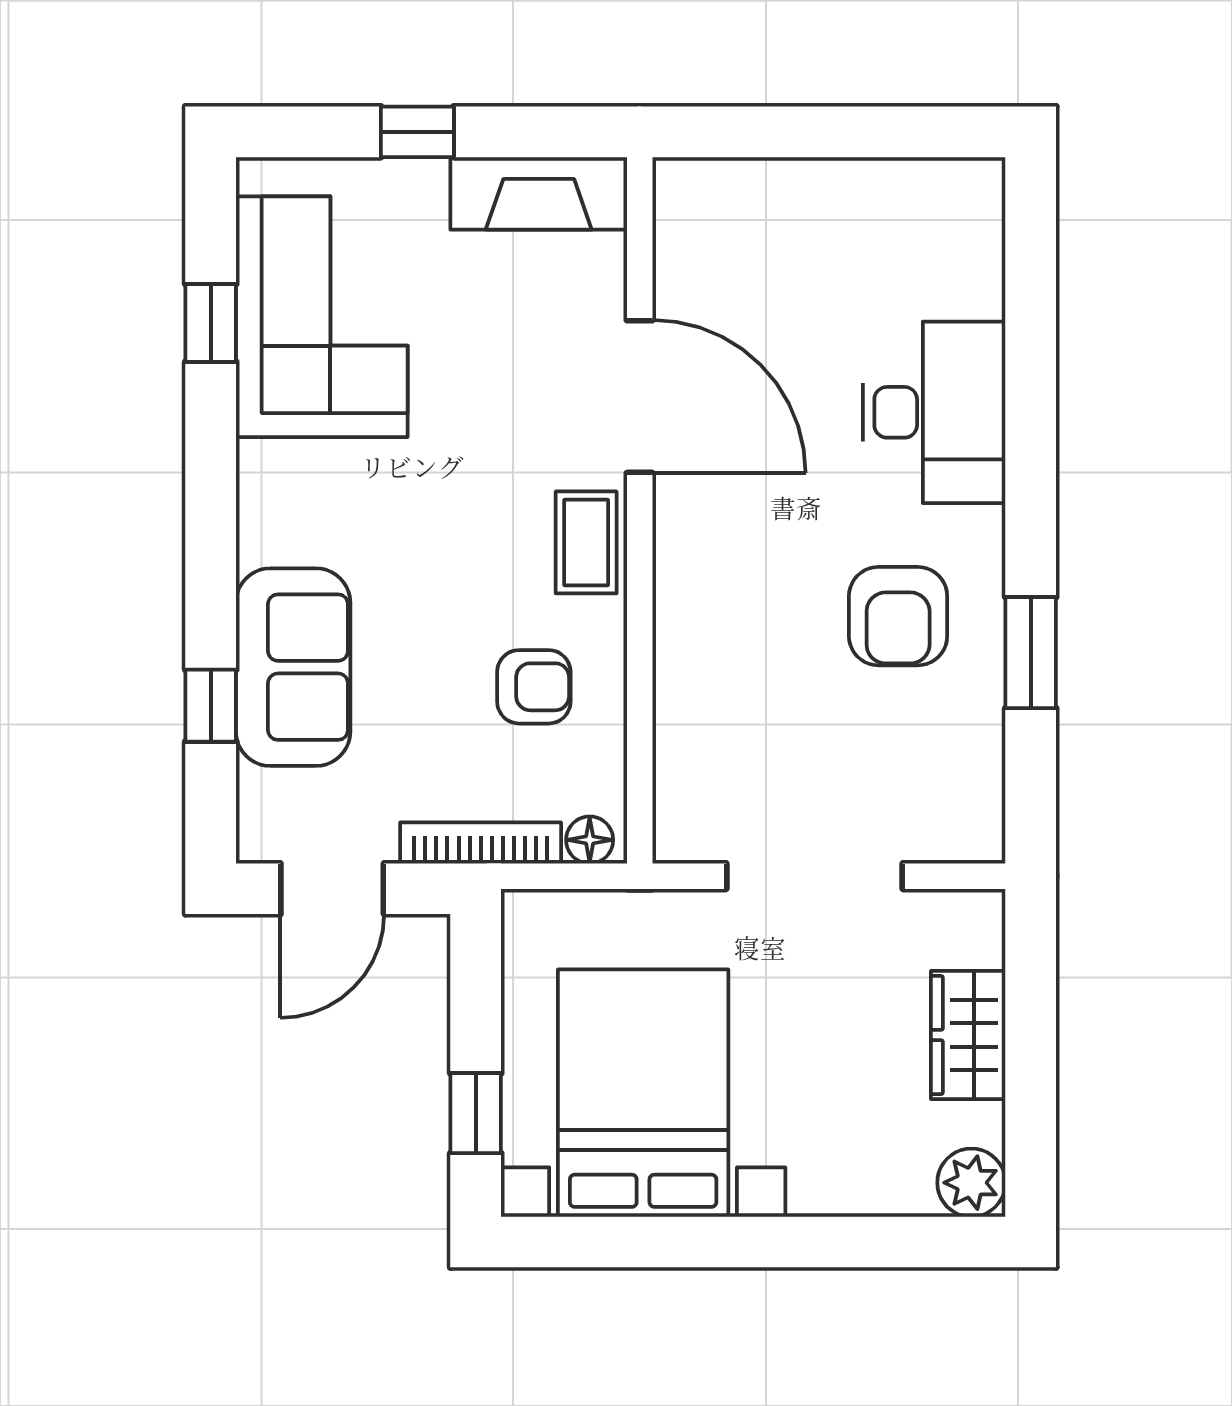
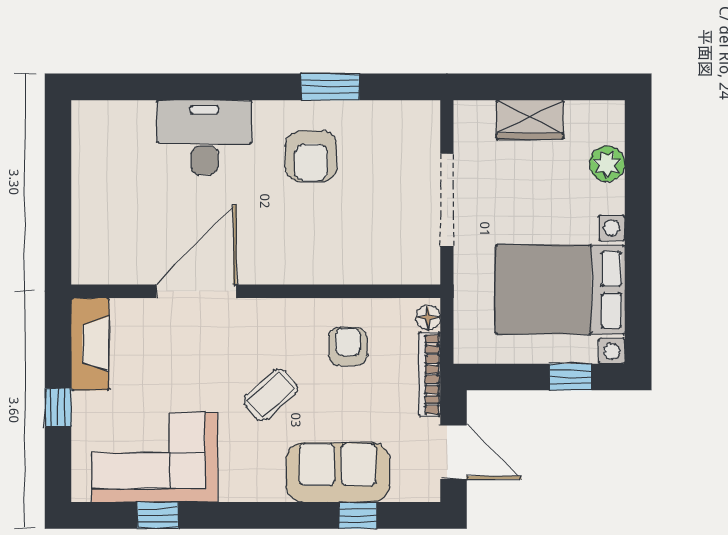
coffee table: (586, 542) -> (271, 395), moved, turned -42
armchair: (898, 616) -> (311, 156), turned 90
plant: (971, 1183) -> (607, 164), moved

